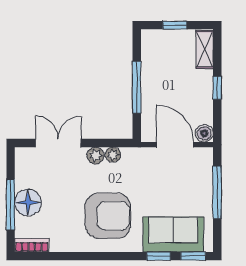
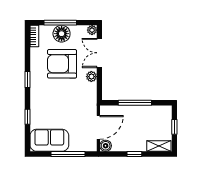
double door: (58, 143) -> (99, 53), swing flipped
plant: (113, 155) -> (92, 30), moved
armchair: (108, 216) -> (62, 64), moved, turned 90
sofa: (173, 235) -> (49, 140), moved, turned -90
window: (193, 256) -> (27, 79), moved

